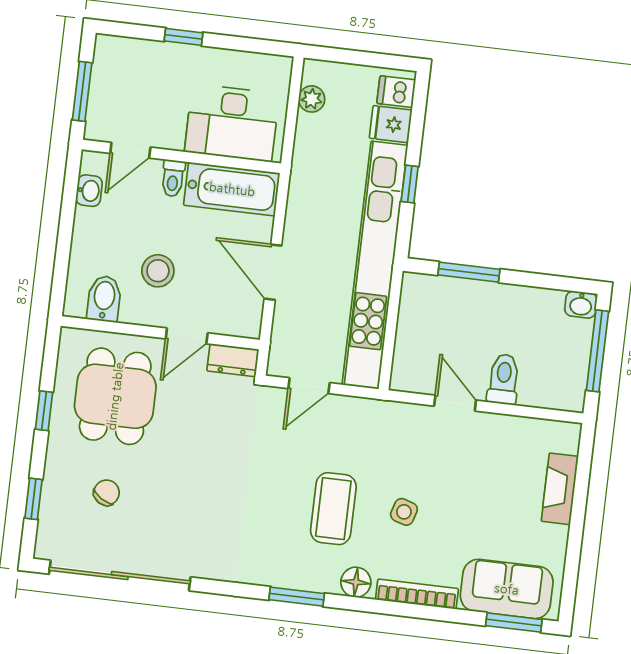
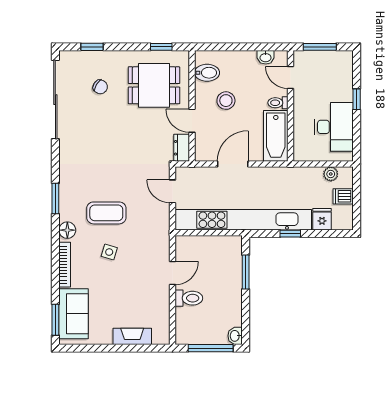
dishwasher: (396, 92) -> (343, 196), moved, turned -90
desk: (232, 123) -> (334, 127), moved, turned 180
window: (44, 411) -> (161, 47), moved

